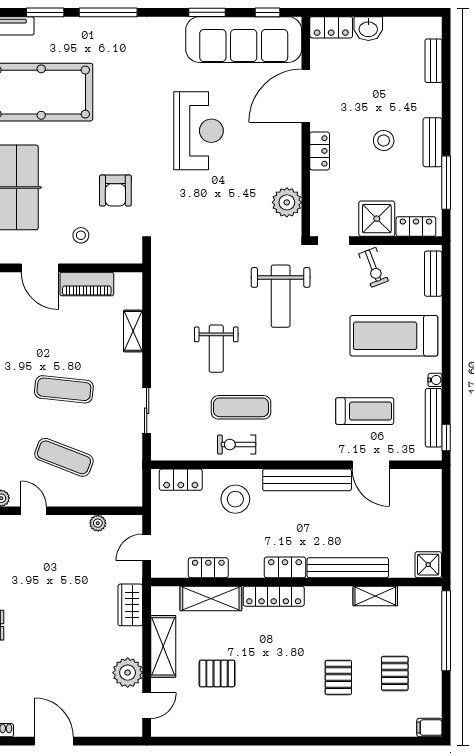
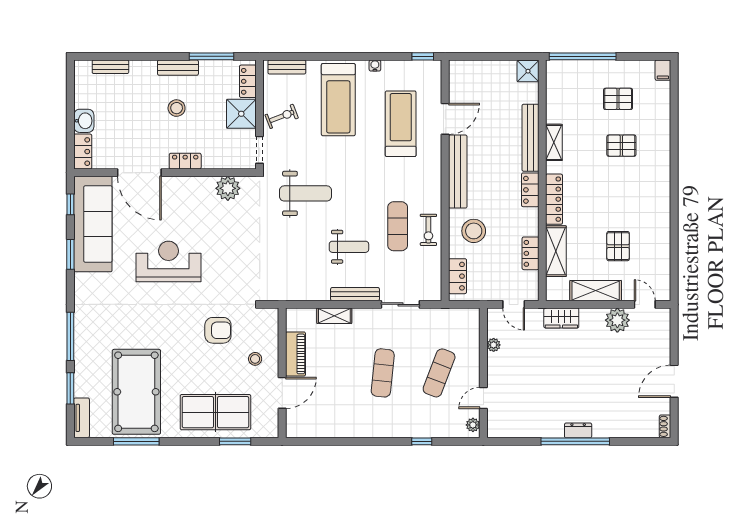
treadmill: (365, 411) -> (401, 124), width x1.37, depth x1.38
bench: (434, 418) -> (355, 294), moved
shelving: (375, 596) -> (554, 142), moved

